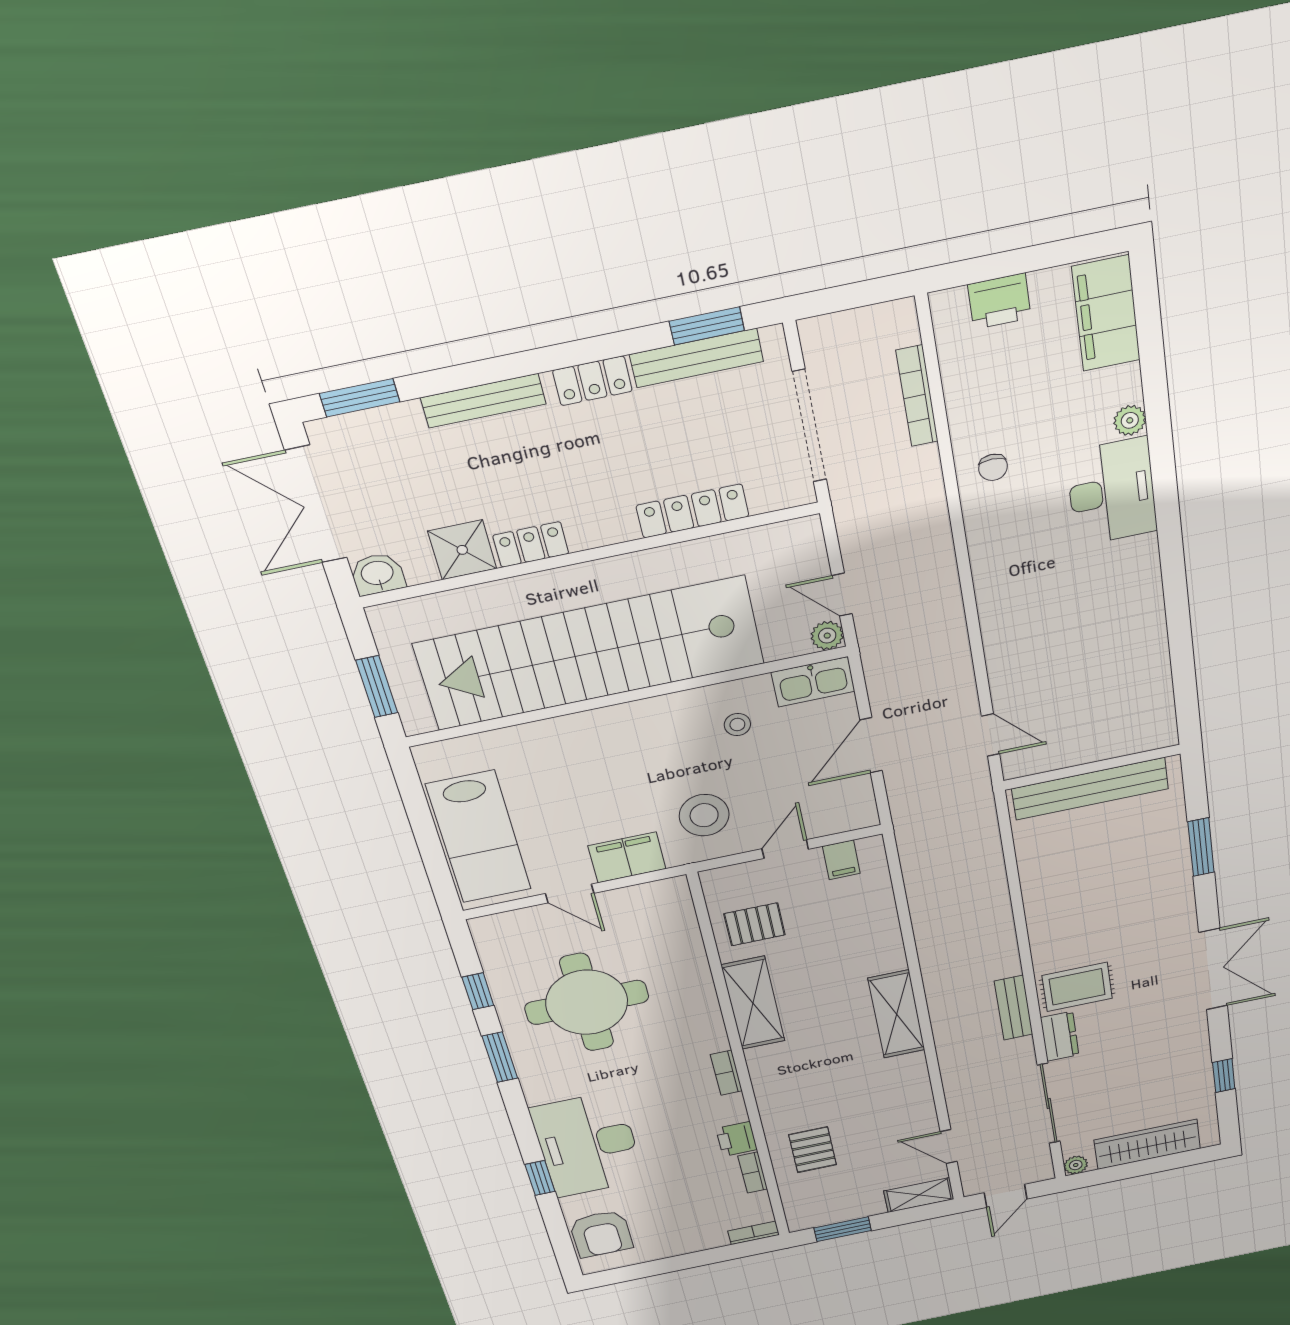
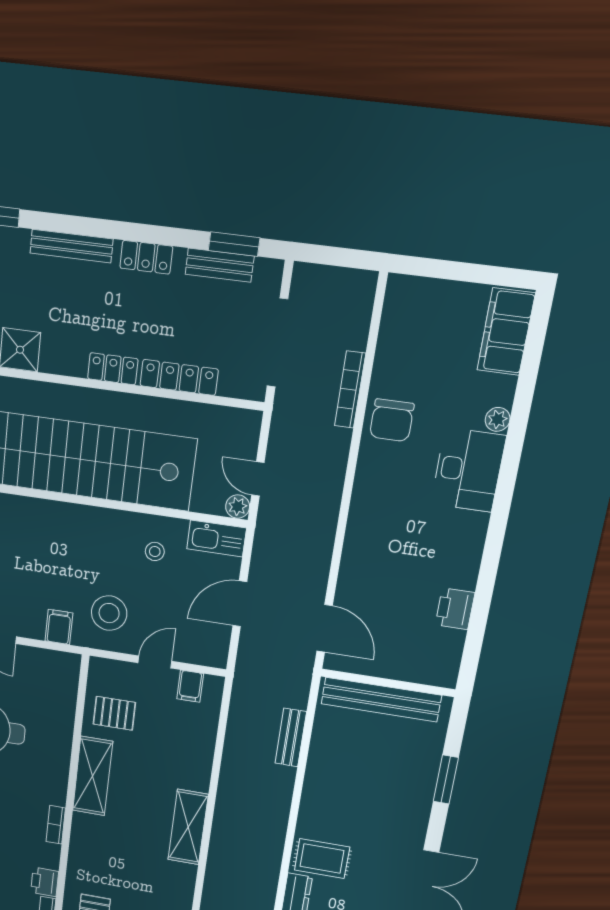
printer: (999, 301) -> (455, 609), moved, turned 90
bench: (697, 358) -> (220, 265), width x0.73
bookcase: (917, 396) -> (350, 390), moved
chair: (993, 467) -> (392, 420), width x1.87, depth x1.87
locker: (531, 545) -> (113, 369), moved
door: (990, 735) -> (325, 628), width x1.38
filing cabinet: (627, 857) -> (59, 627), width x0.50
bench: (1014, 1008) -> (291, 738), moved

